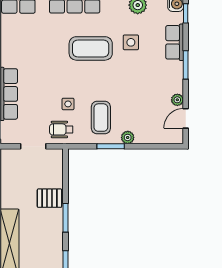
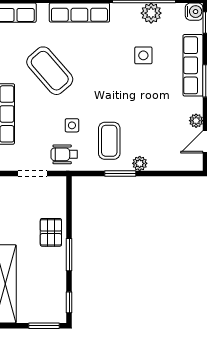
row of seats: (175, 42) -> (193, 65), width x1.48
coffee table: (91, 48) -> (50, 71), moved, turned 49
pallet: (49, 198) -> (51, 232), turned 90

